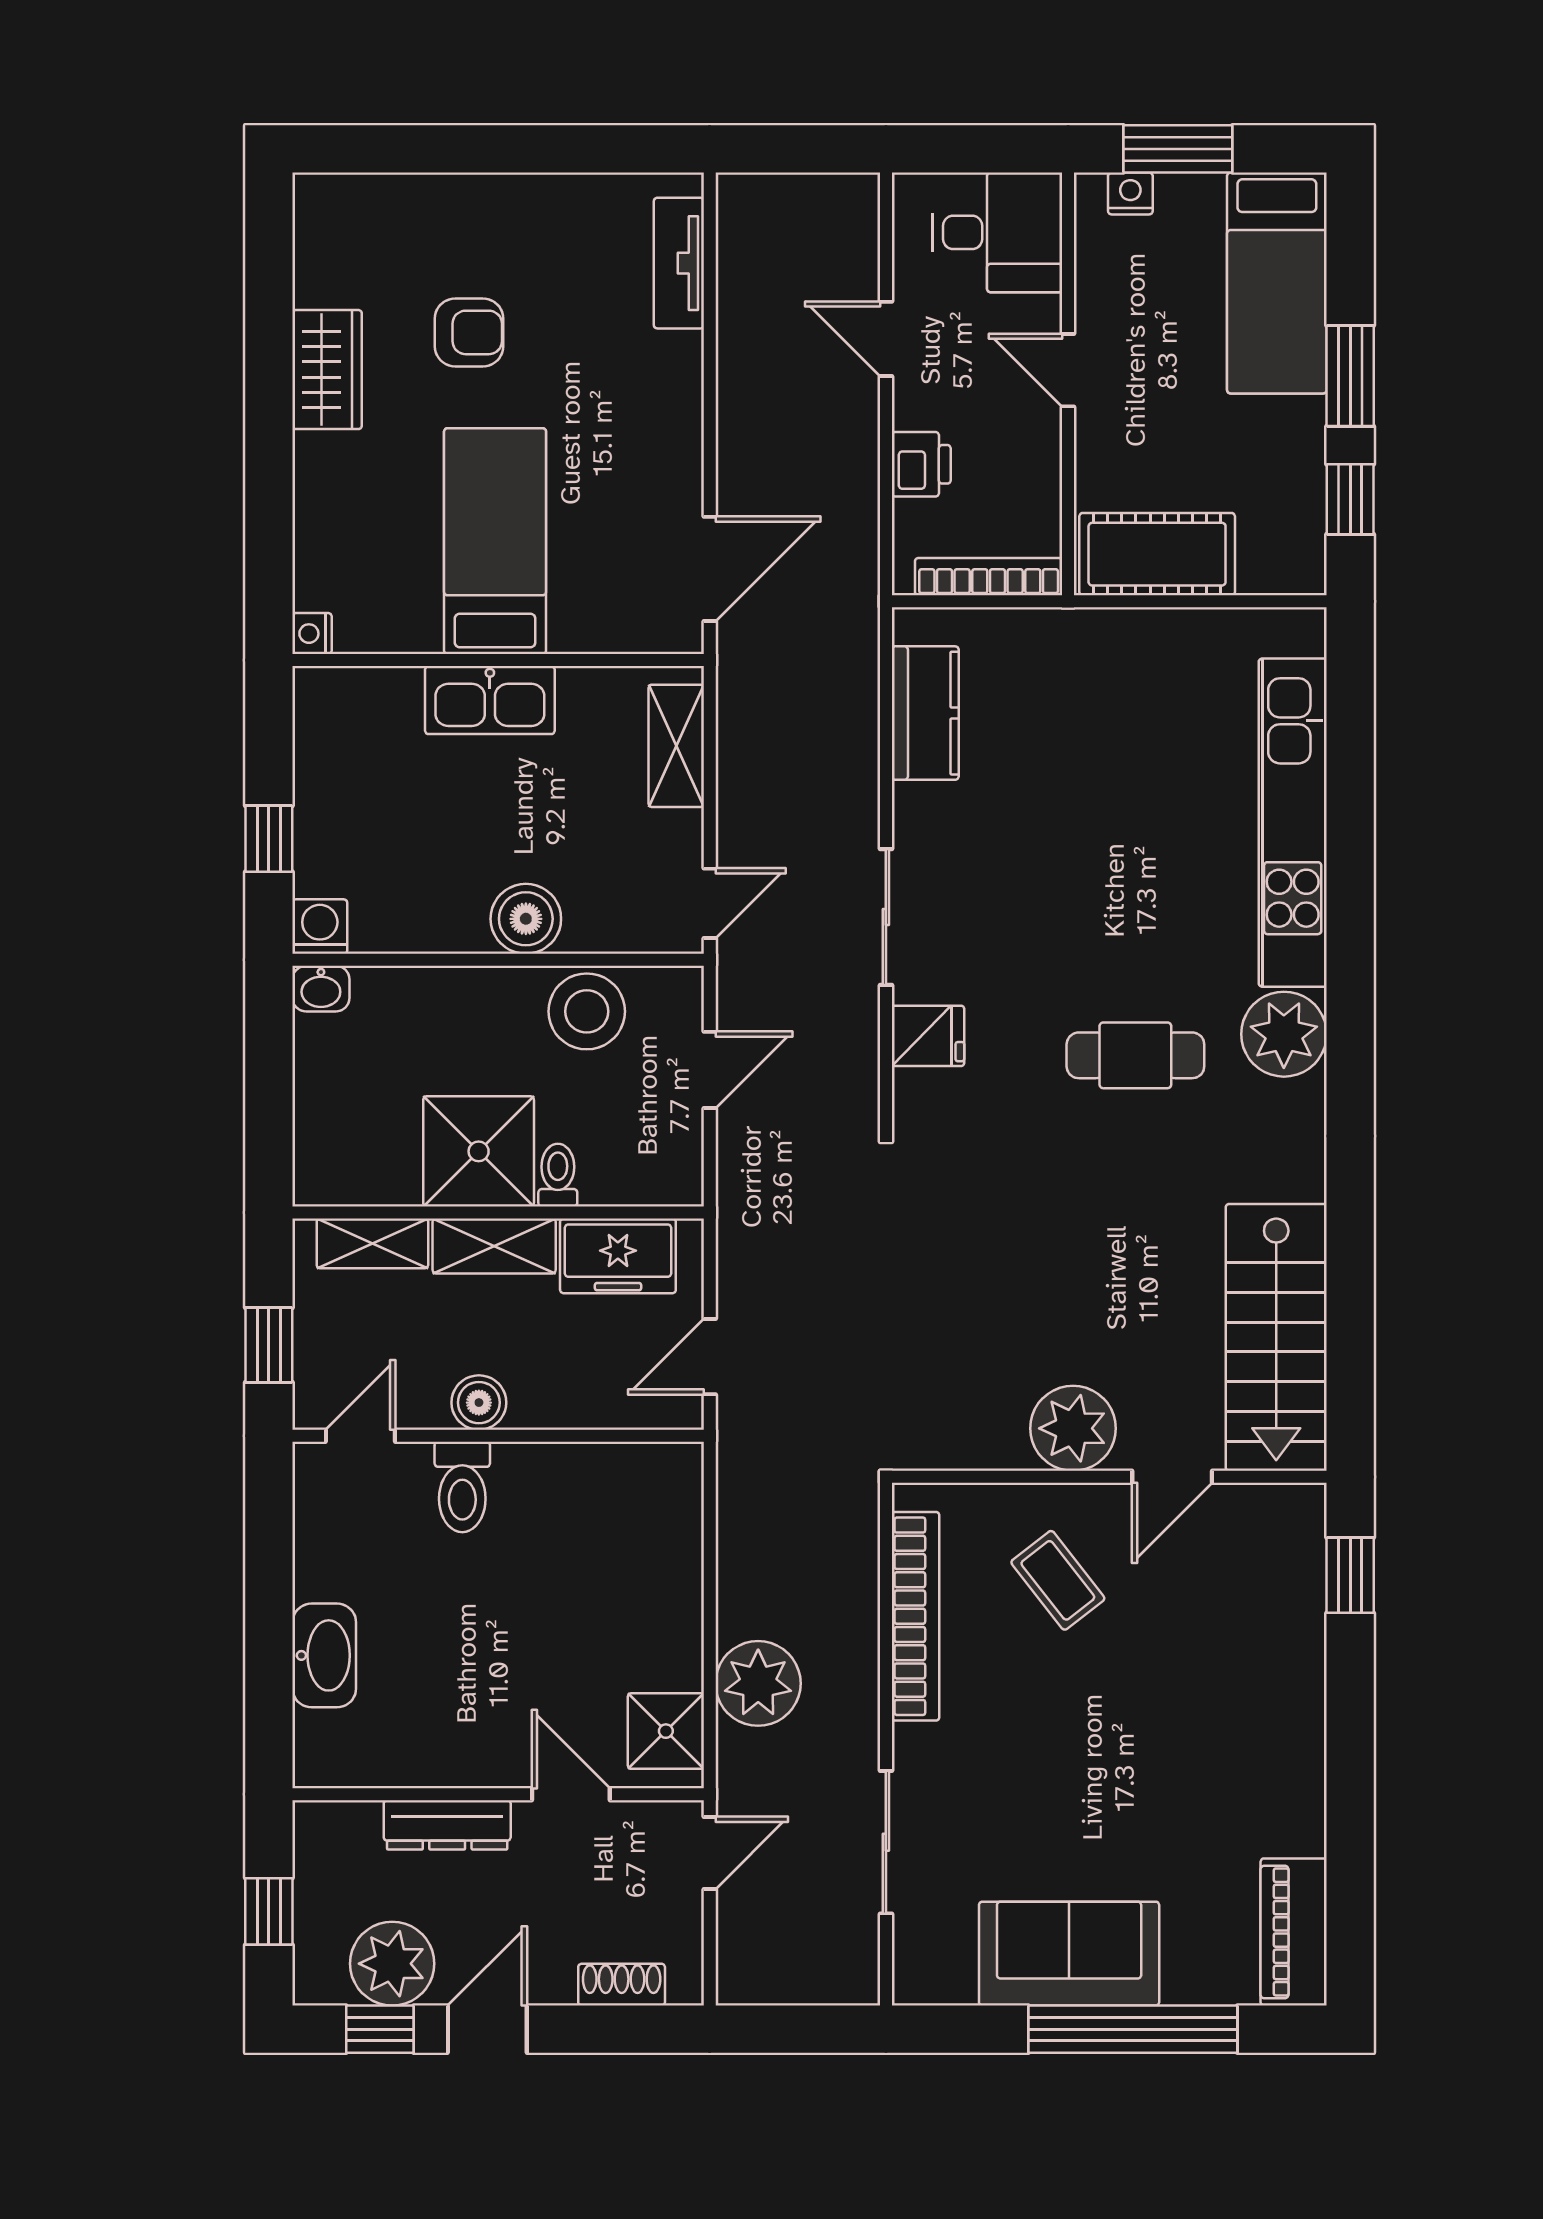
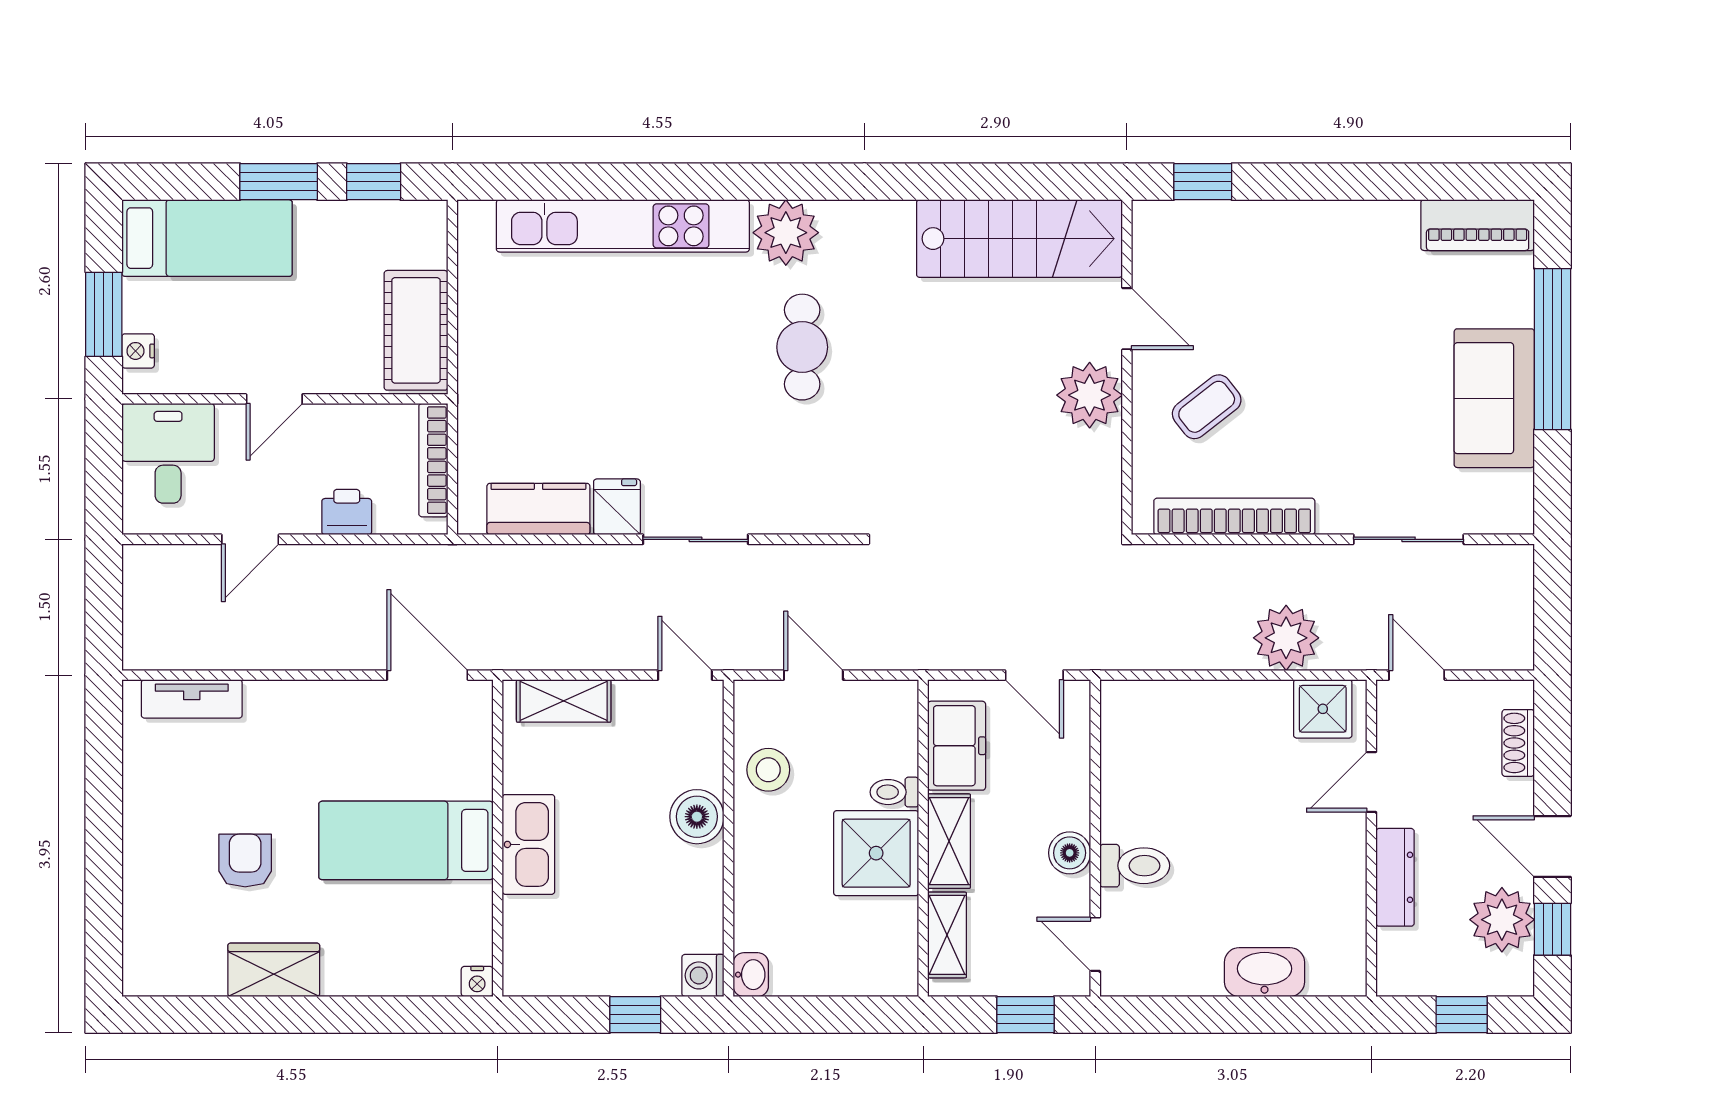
stool: (587, 1011) -> (768, 770), width x0.73, depth x0.73
fridge: (928, 1036) -> (617, 507), moved

